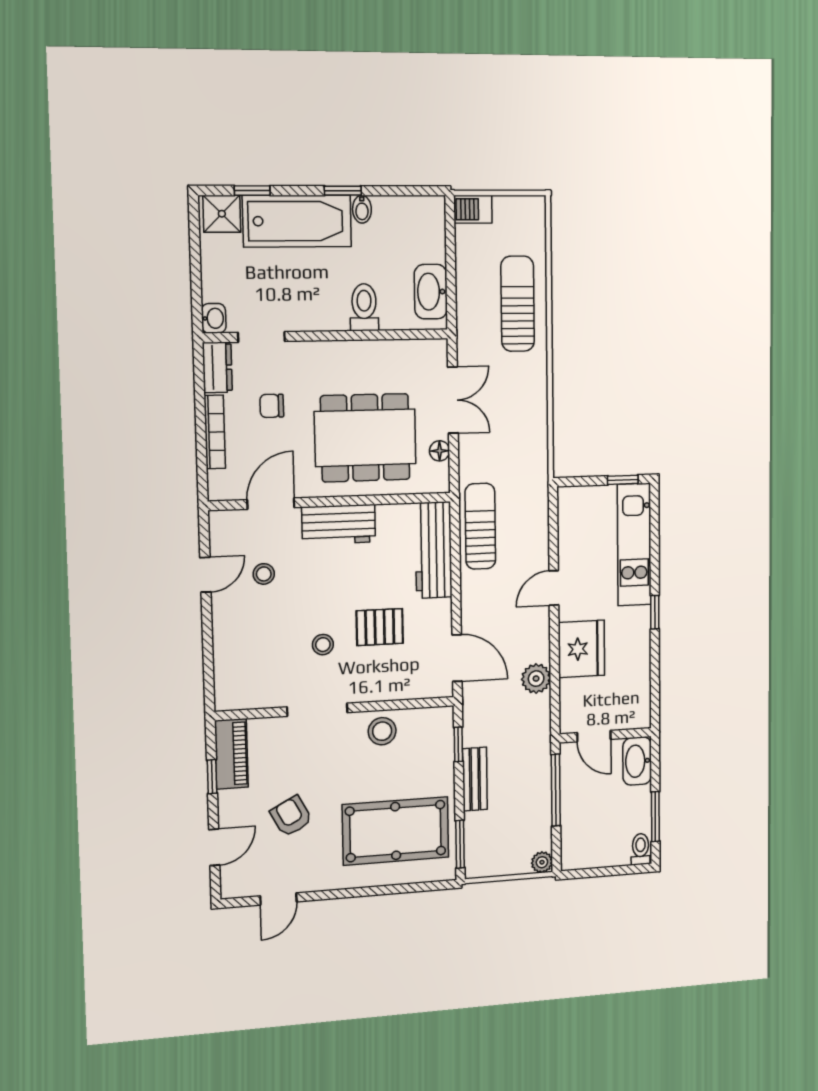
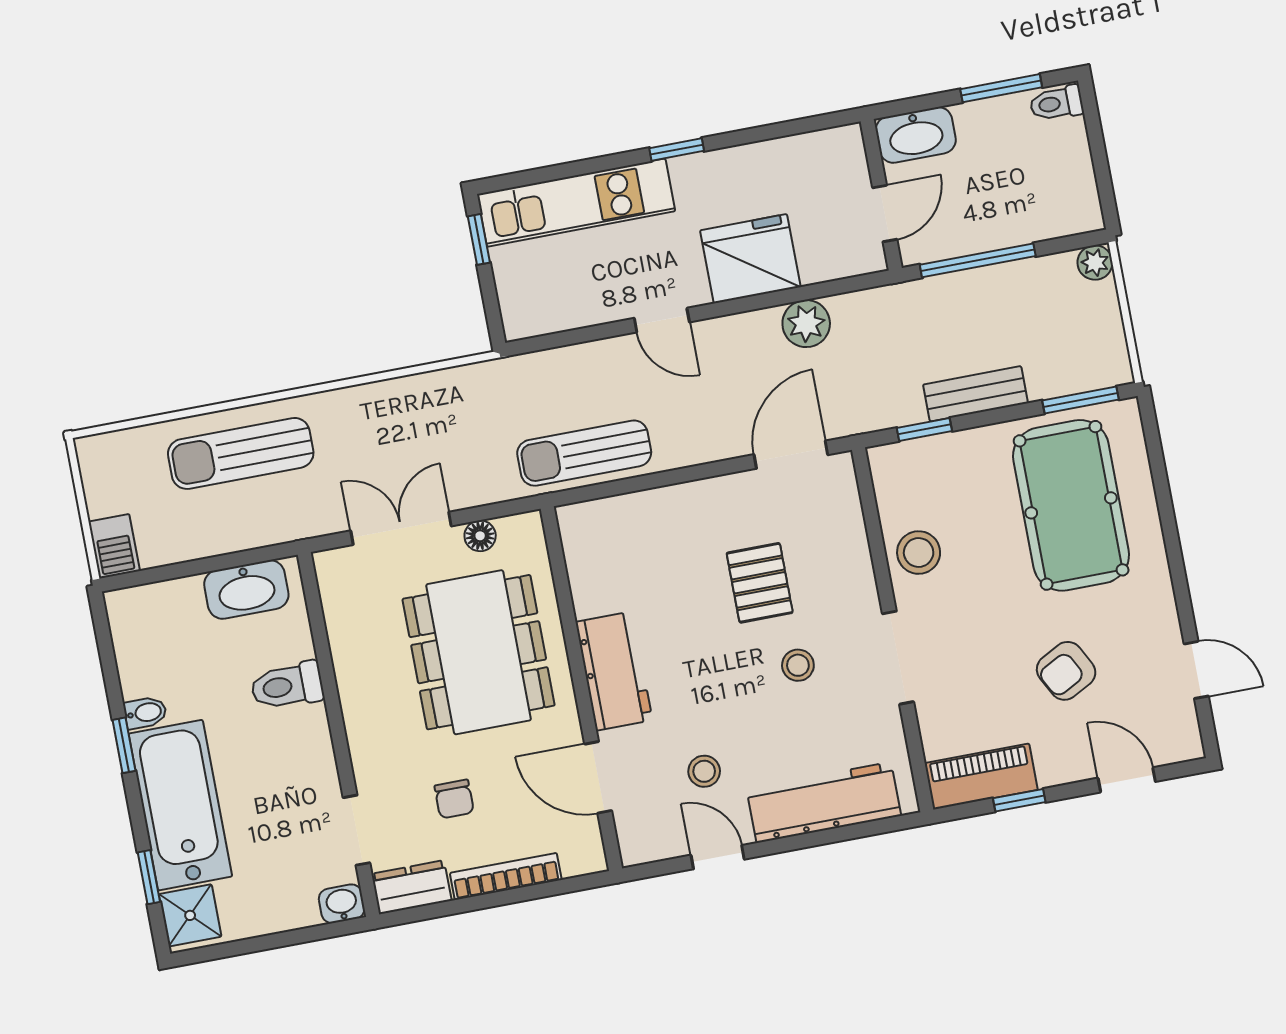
workbench: (433, 550) -> (824, 802), moved, turned 180

